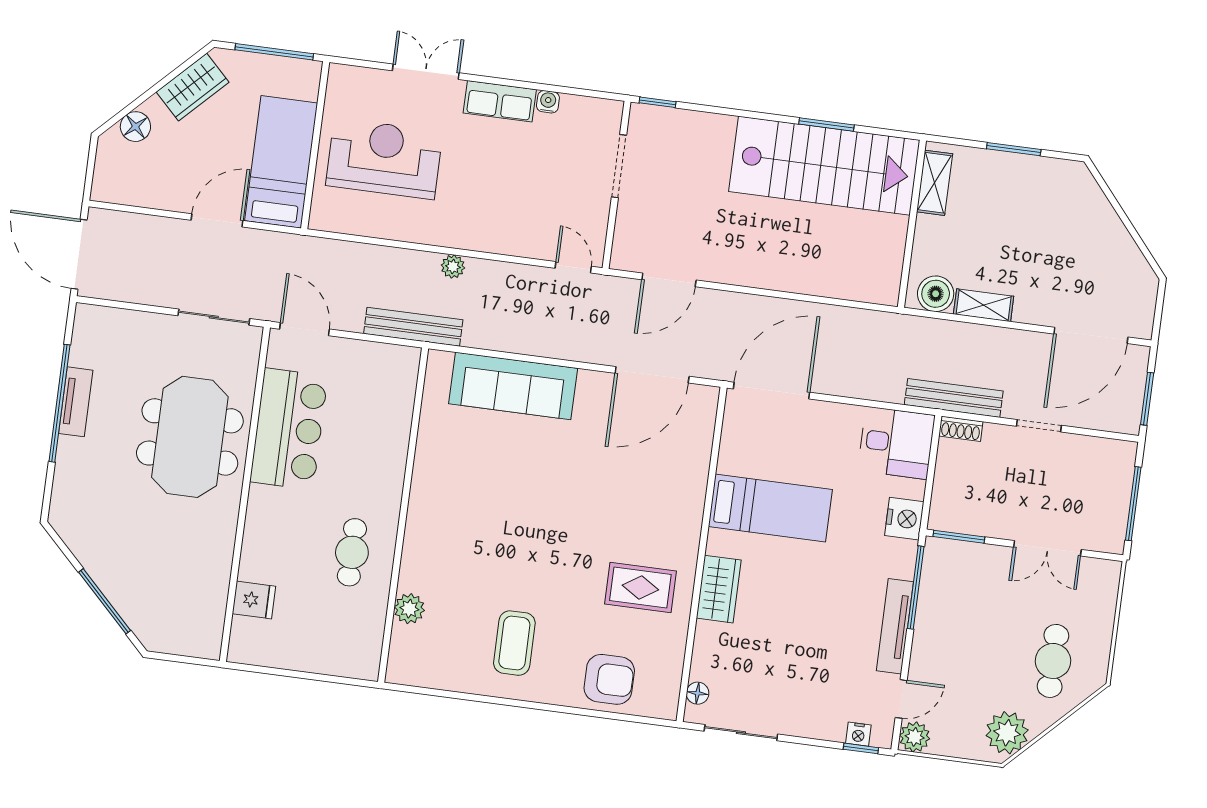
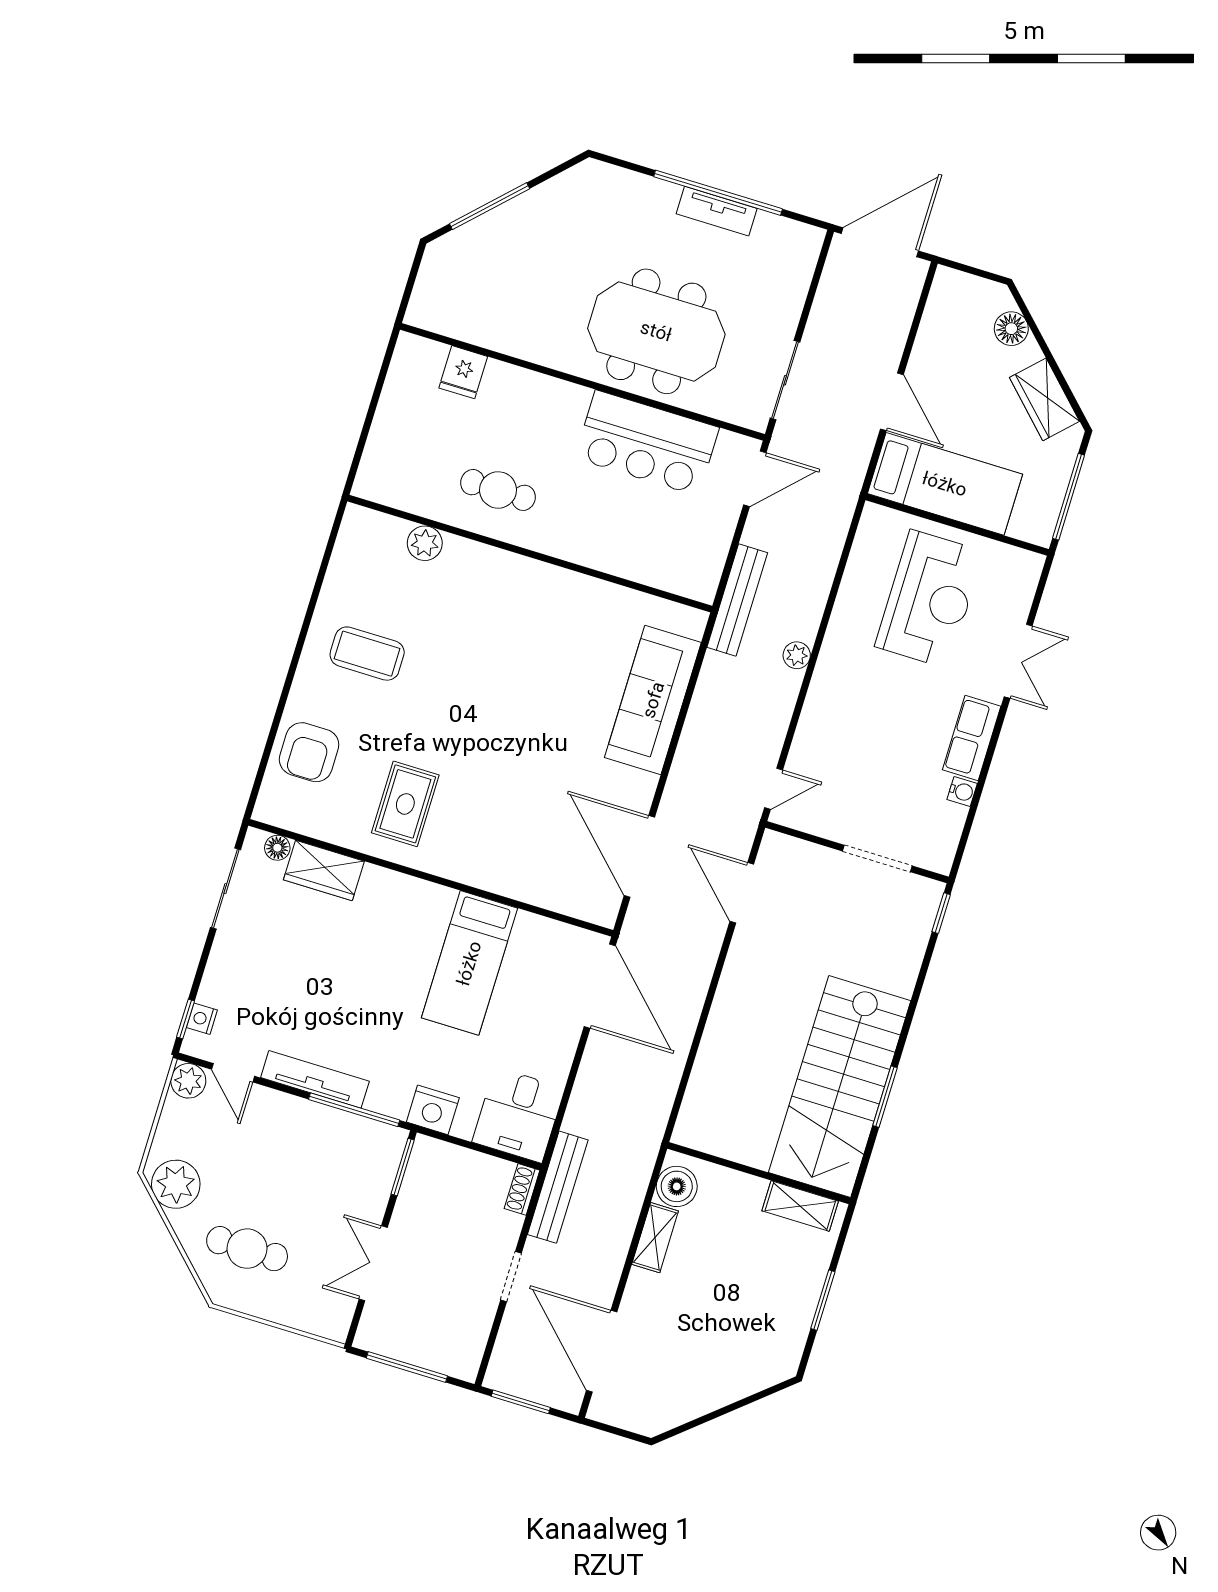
wardrobe: (719, 589) -> (324, 871), moved

